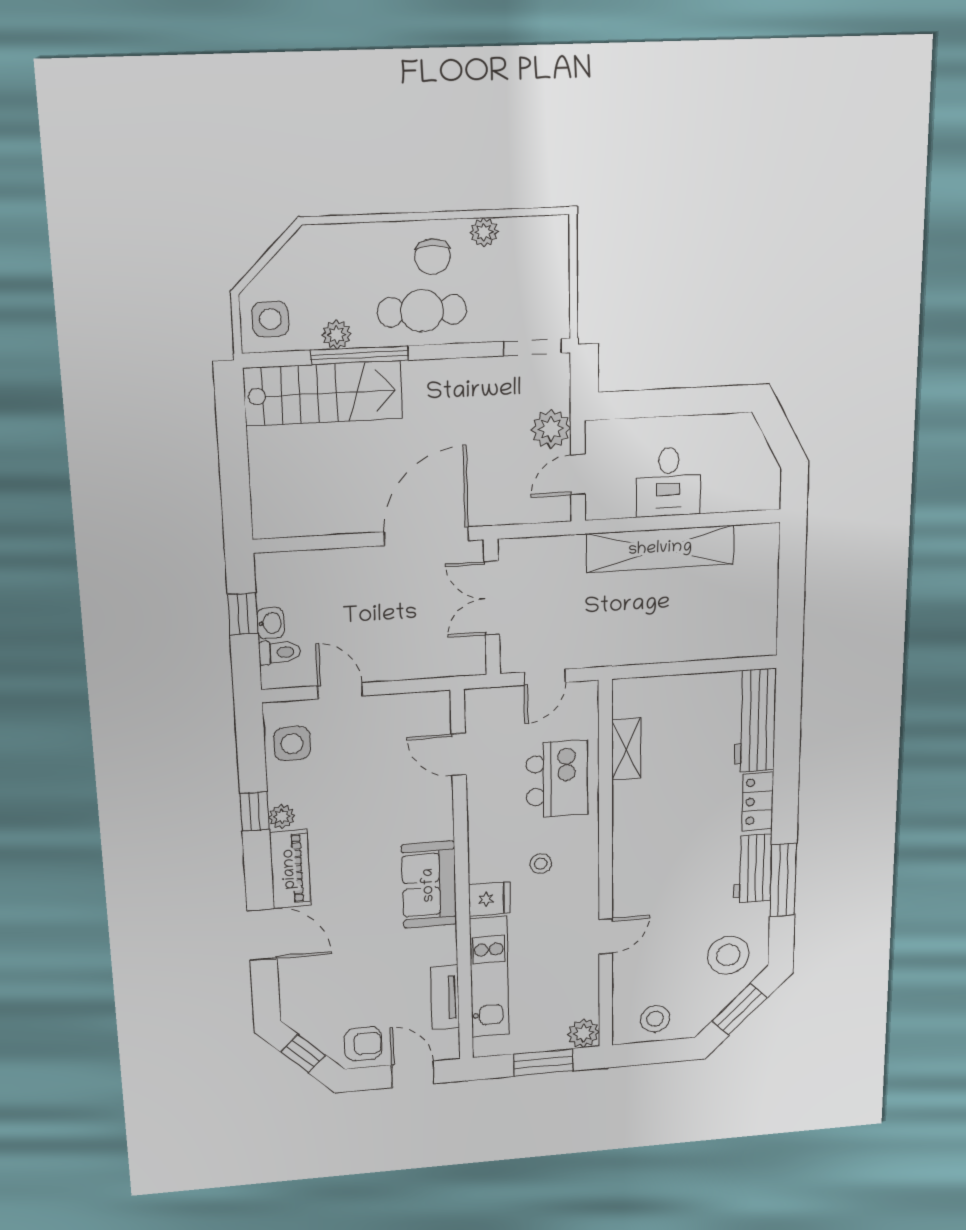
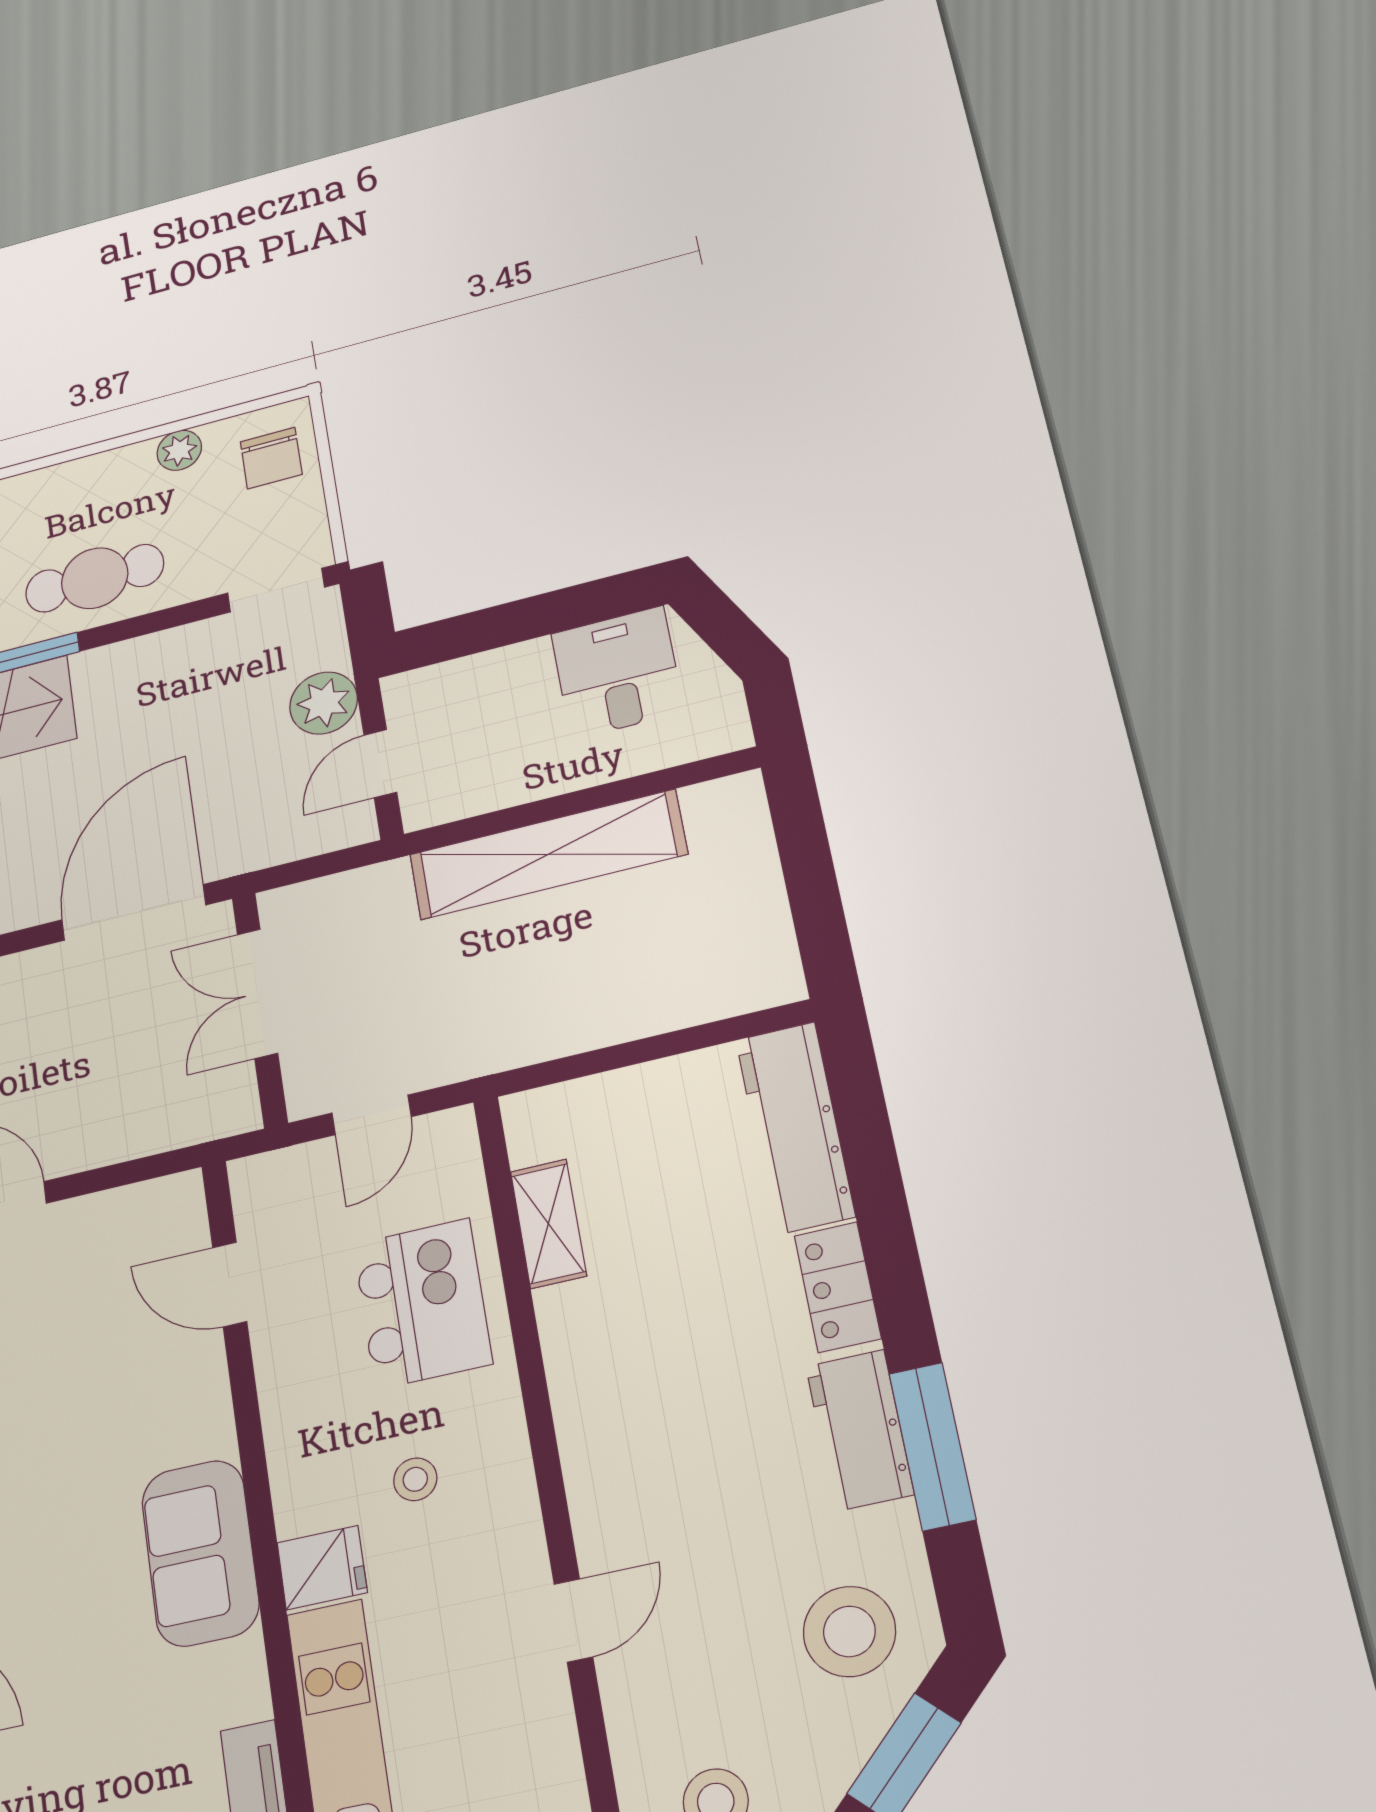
chair: (432, 256) -> (271, 458), moved
desk: (669, 482) -> (617, 673), moved, turned 180

